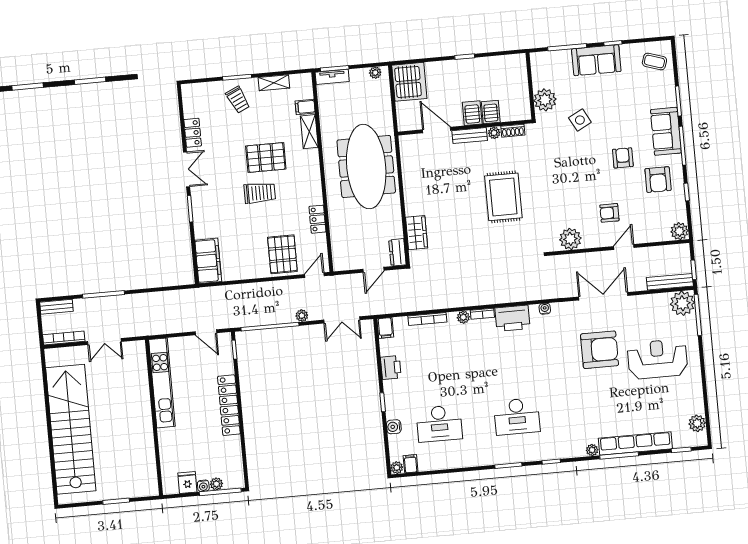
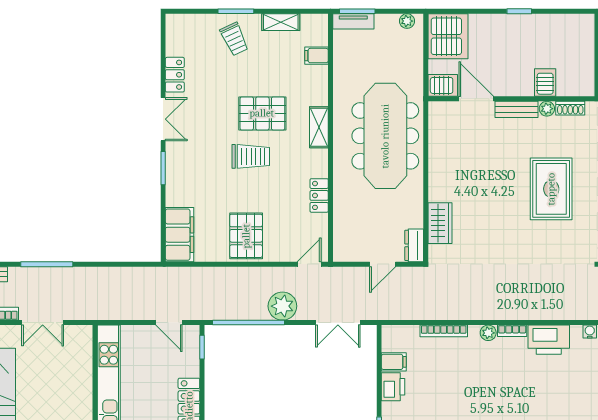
server rack: (472, 113) -> (443, 85), moved, turned 90
shelving: (309, 132) -> (319, 127), moved
pallet: (282, 254) -> (246, 236), moved
plant: (302, 316) -> (282, 306), width x1.88, depth x1.88
filing cabinet: (385, 328) -> (394, 362), moved, turned -90

